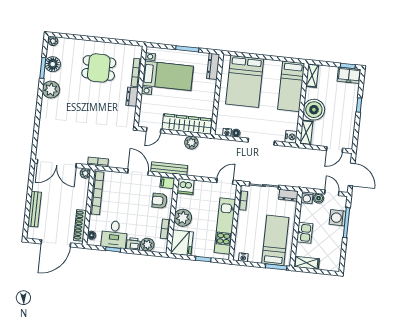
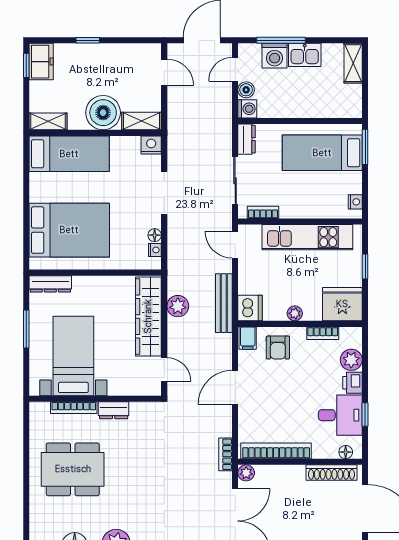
dining table: (99, 68) -> (73, 469), width x1.38
bench: (169, 169) -> (224, 303), moved
plant: (183, 218) -> (295, 313), width x0.53, depth x0.53
kitchen sink: (305, 233) -> (305, 55), moved, turned 180
shelving: (307, 263) -> (353, 63), moved

